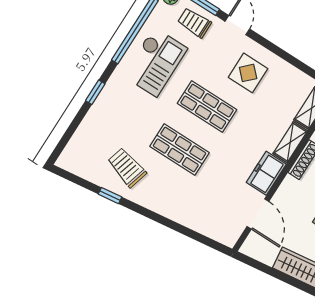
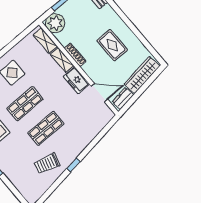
window: (110, 196) -> (74, 165), moved
dresser: (260, 252) -> (123, 98), added

